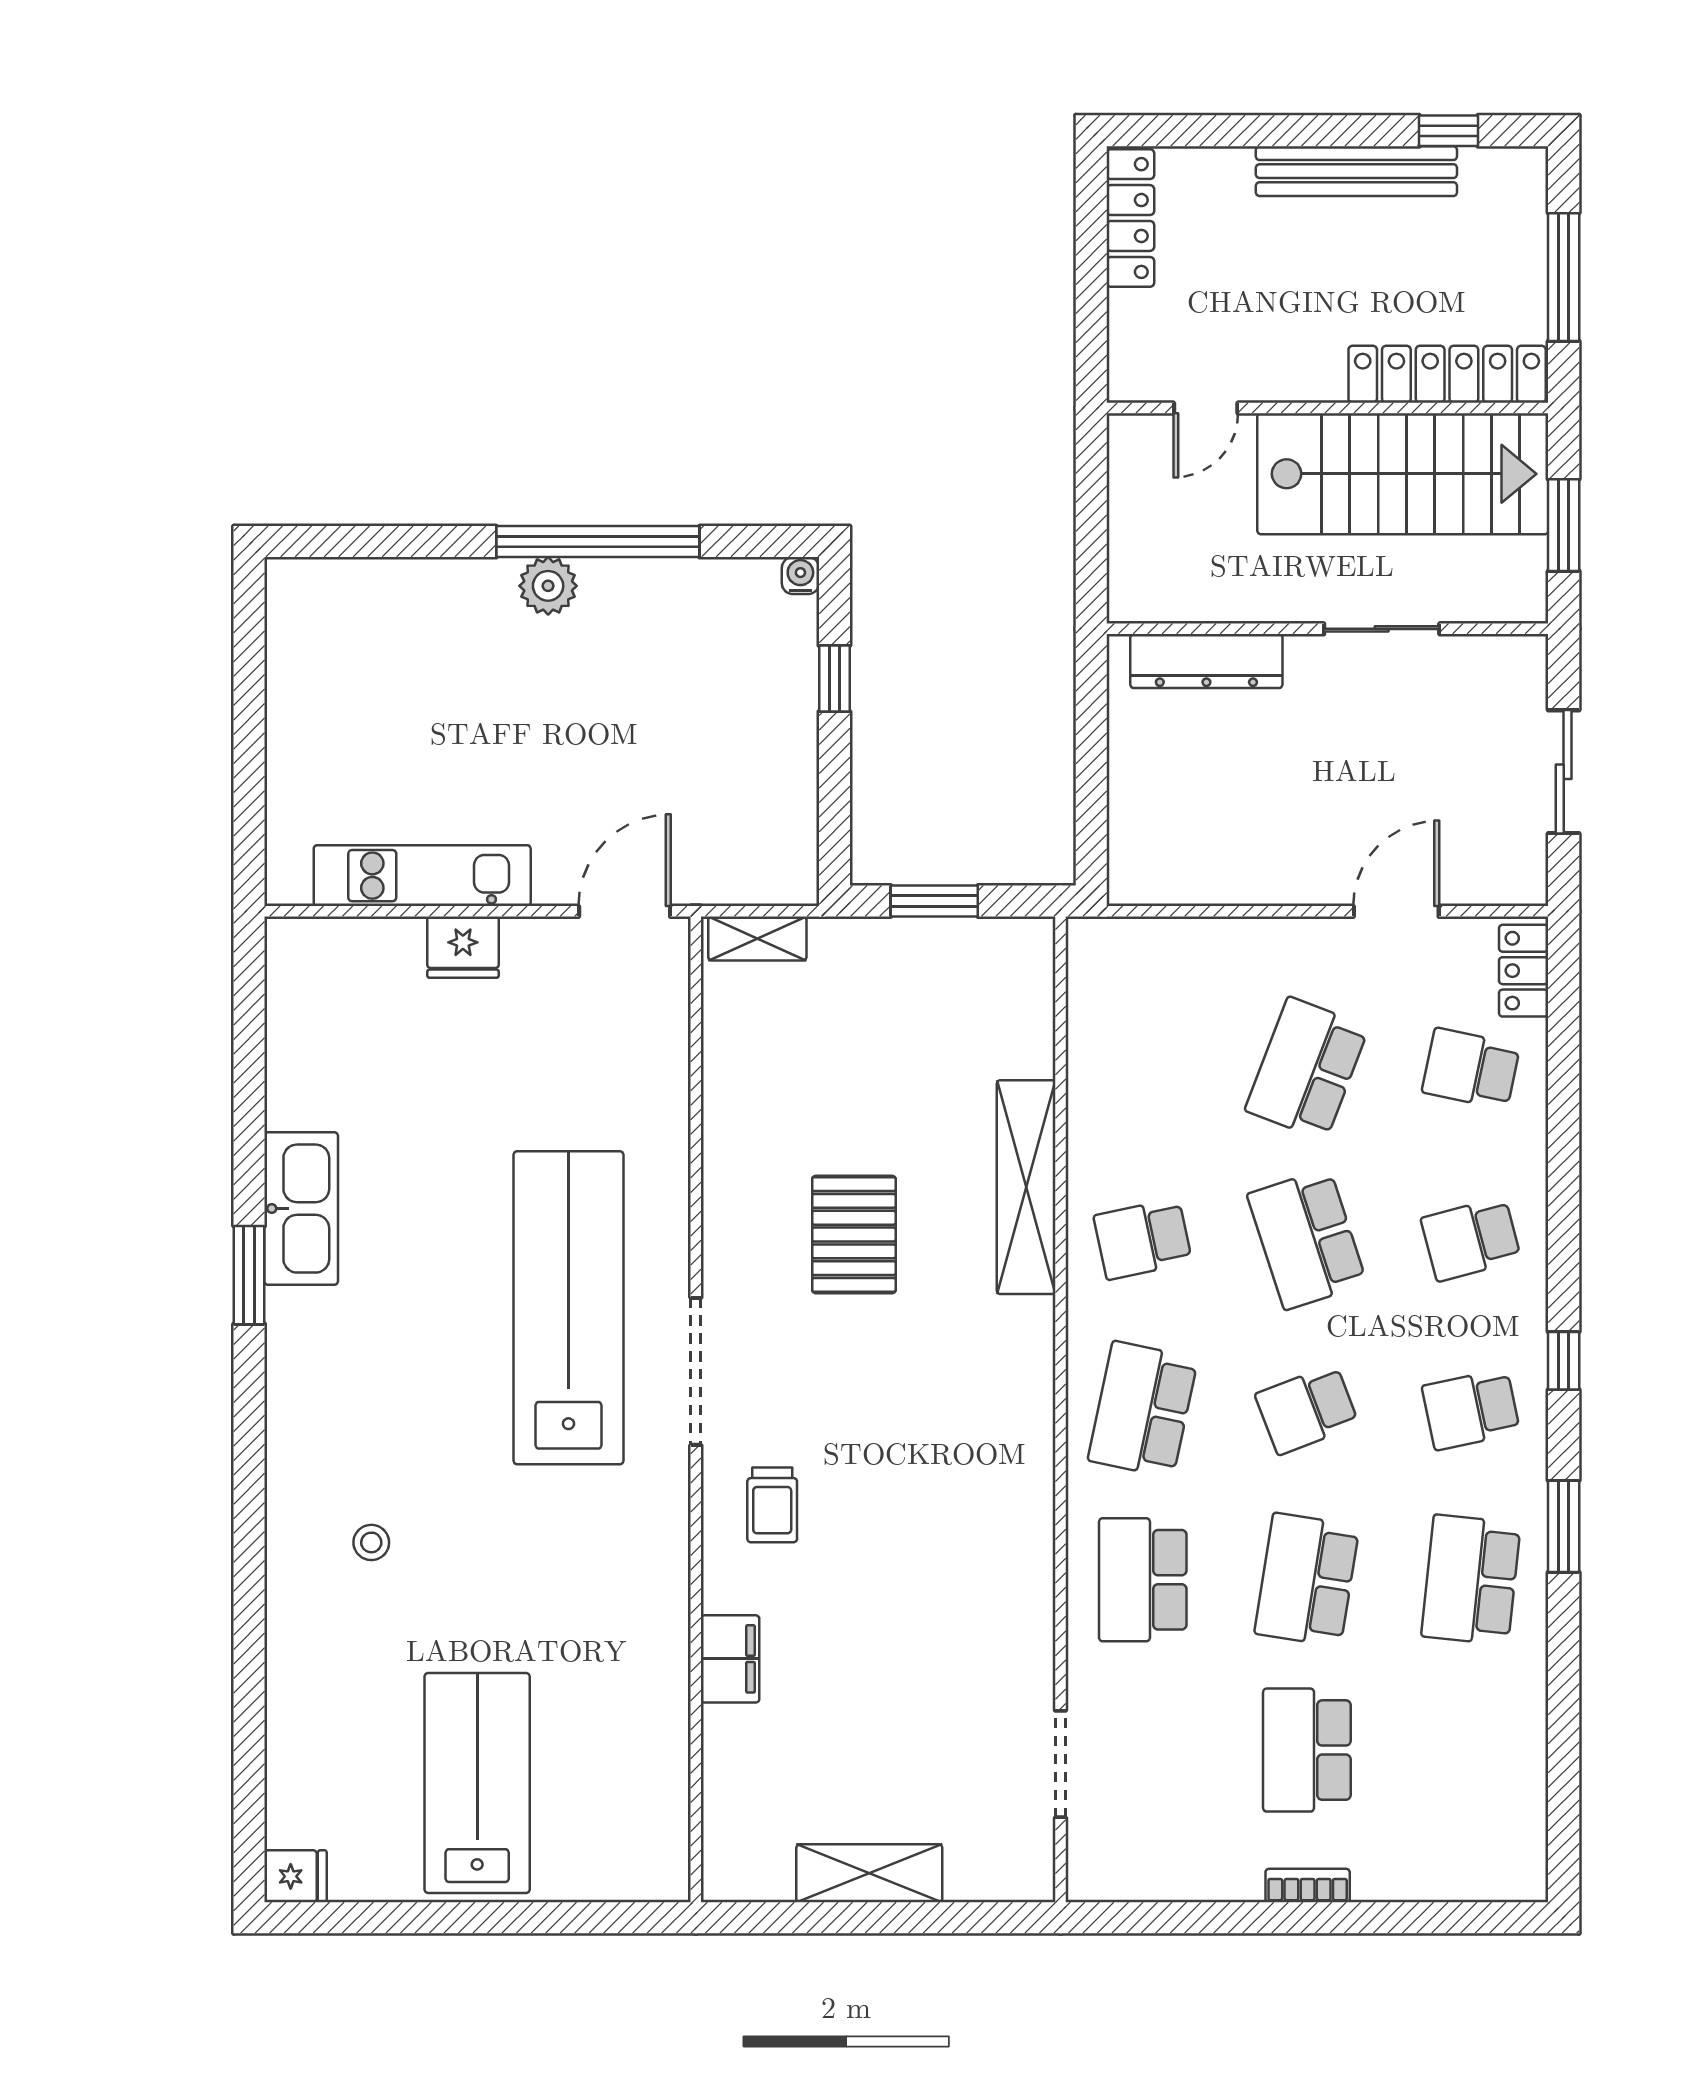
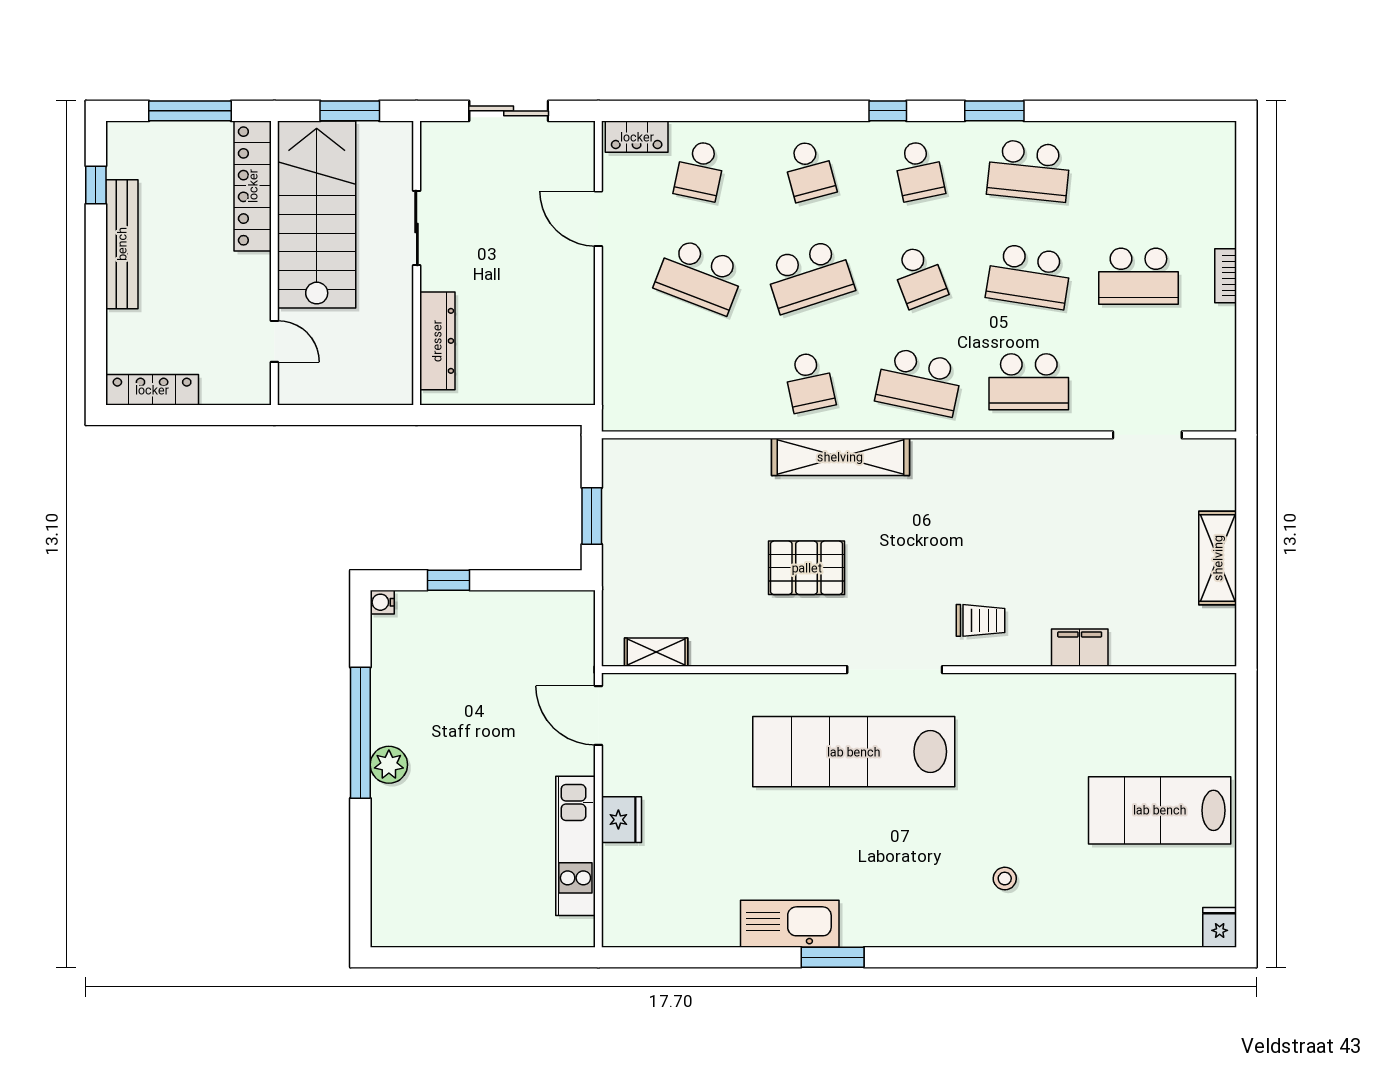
shelving: (757, 938) -> (656, 652), moved, turned 90
shelving: (1026, 1187) -> (840, 457), moved

